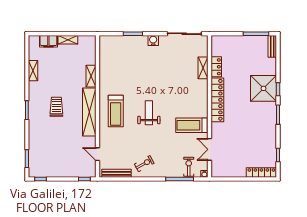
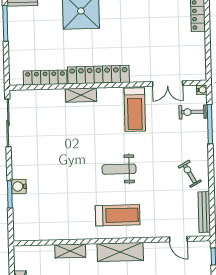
water cooler: (153, 40) -> (19, 186), moved
locker: (216, 67) -> (45, 78), width x1.53
shelving: (203, 68) -> (81, 95), moved
shelving: (89, 112) -> (120, 252), width x0.68
door: (97, 154) -> (178, 239), hinge flipped

